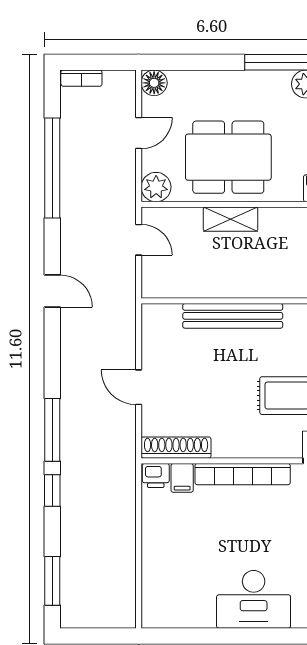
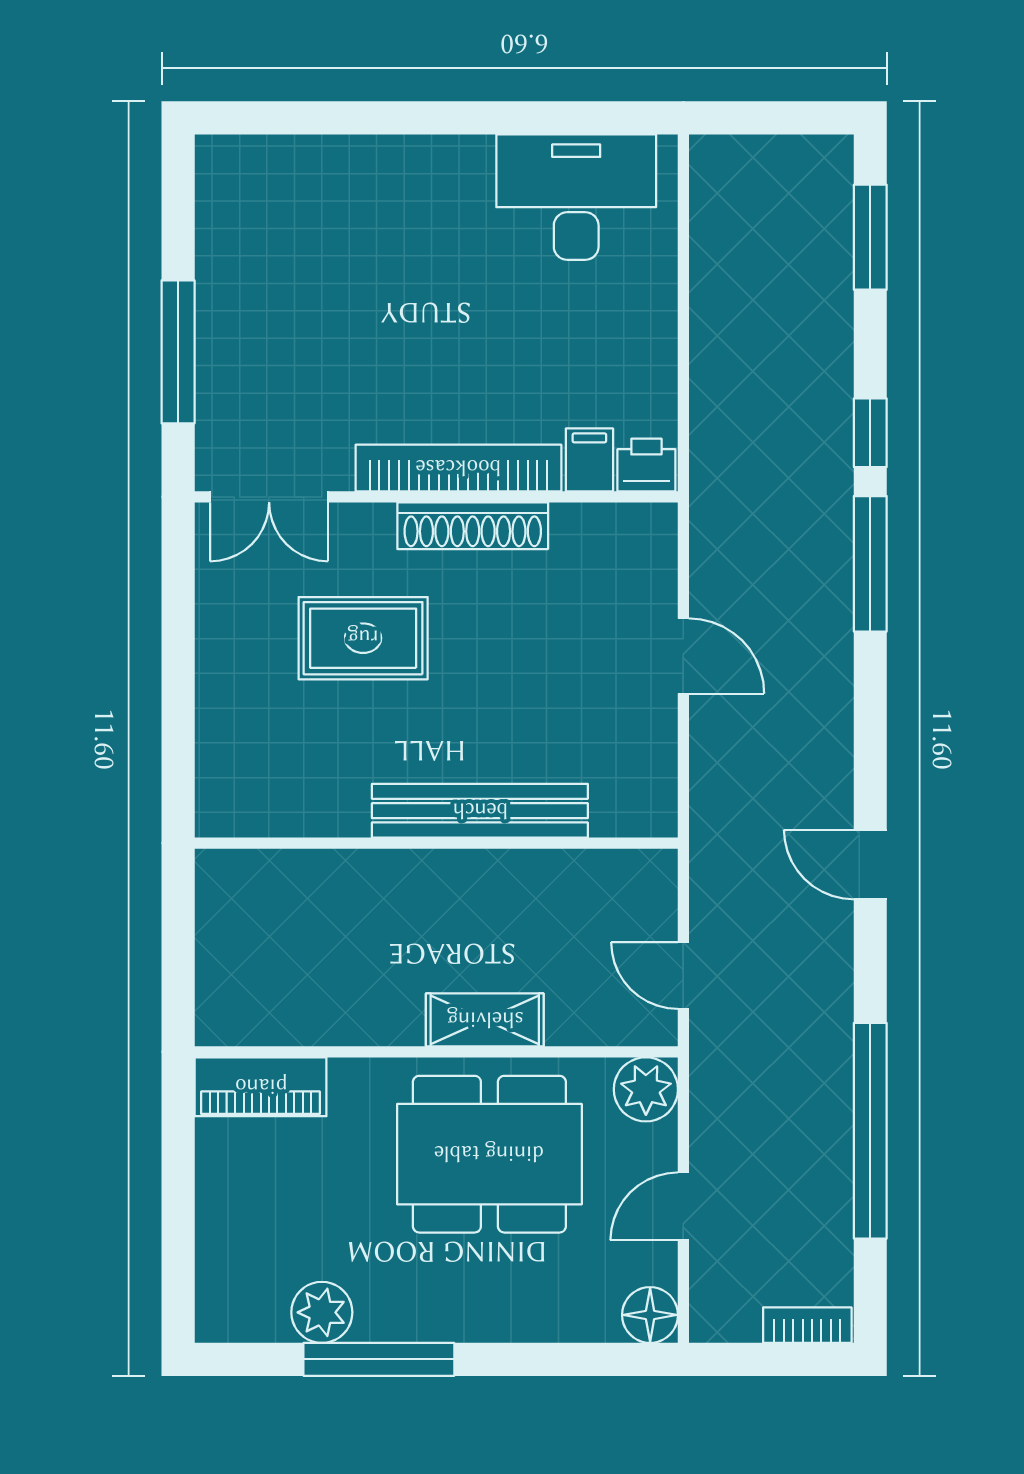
shoe rack: (176, 448) -> (473, 526), moved
desk: (254, 599) -> (576, 197), moved

